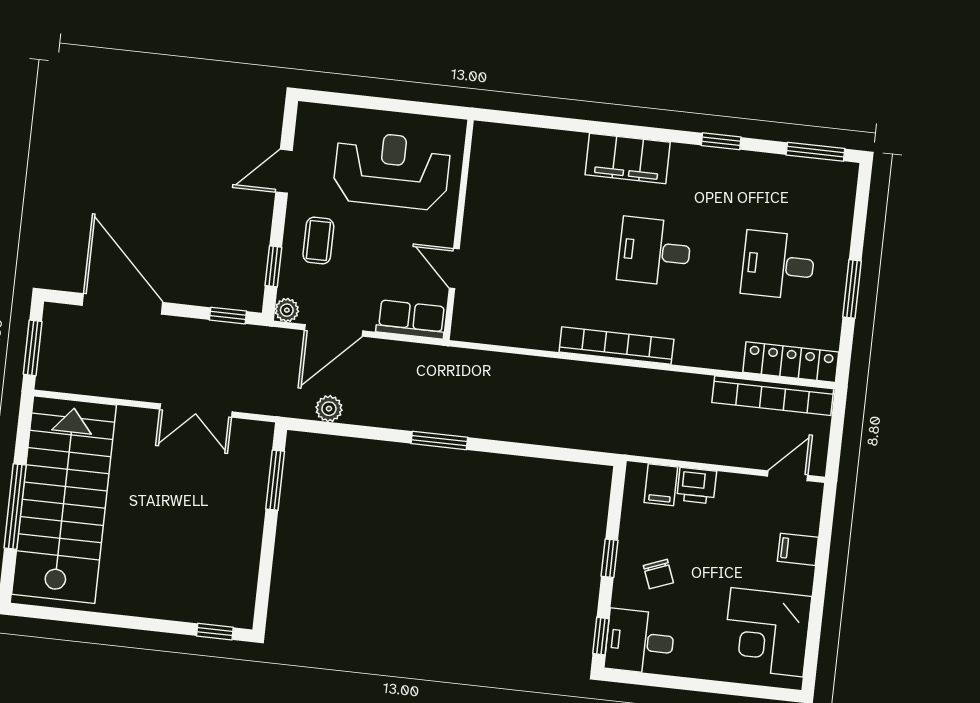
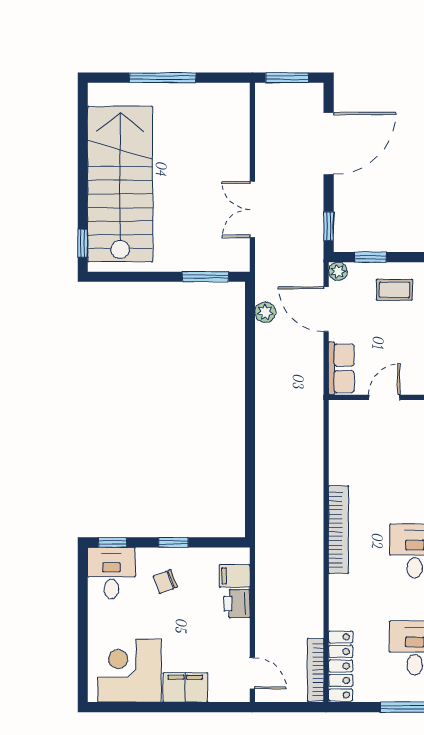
bookcase: (773, 396) -> (316, 670), width x0.68, depth x0.76
window: (439, 440) -> (250, 400), removed
stairs: (64, 500) -> (120, 184), moved, turned -90
filing cabinet: (798, 549) -> (185, 687), width x2.00

